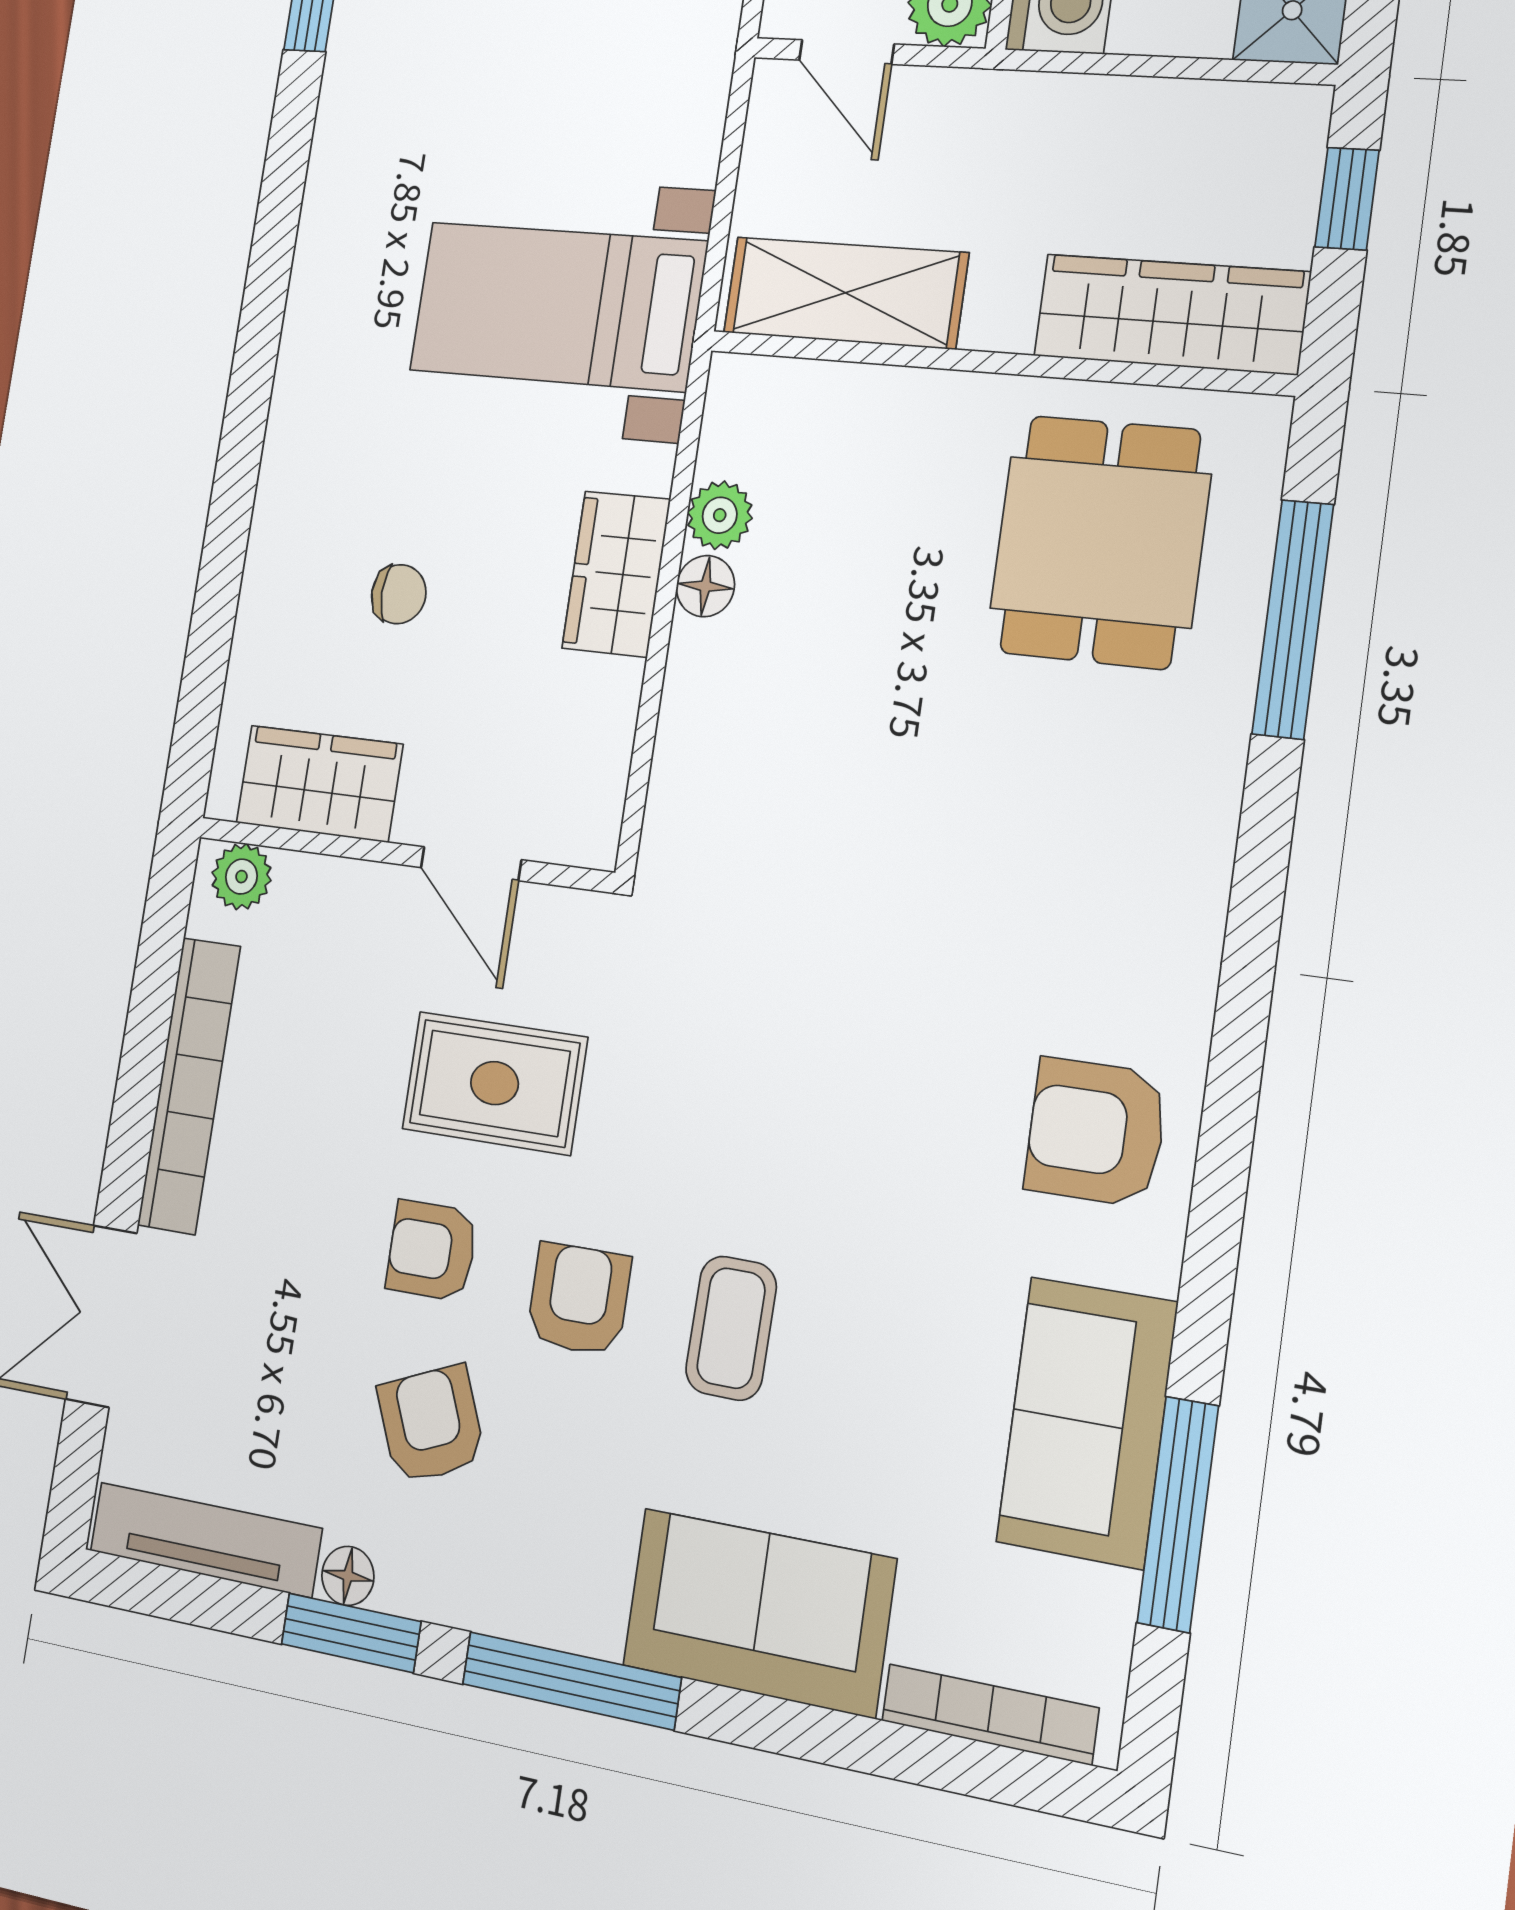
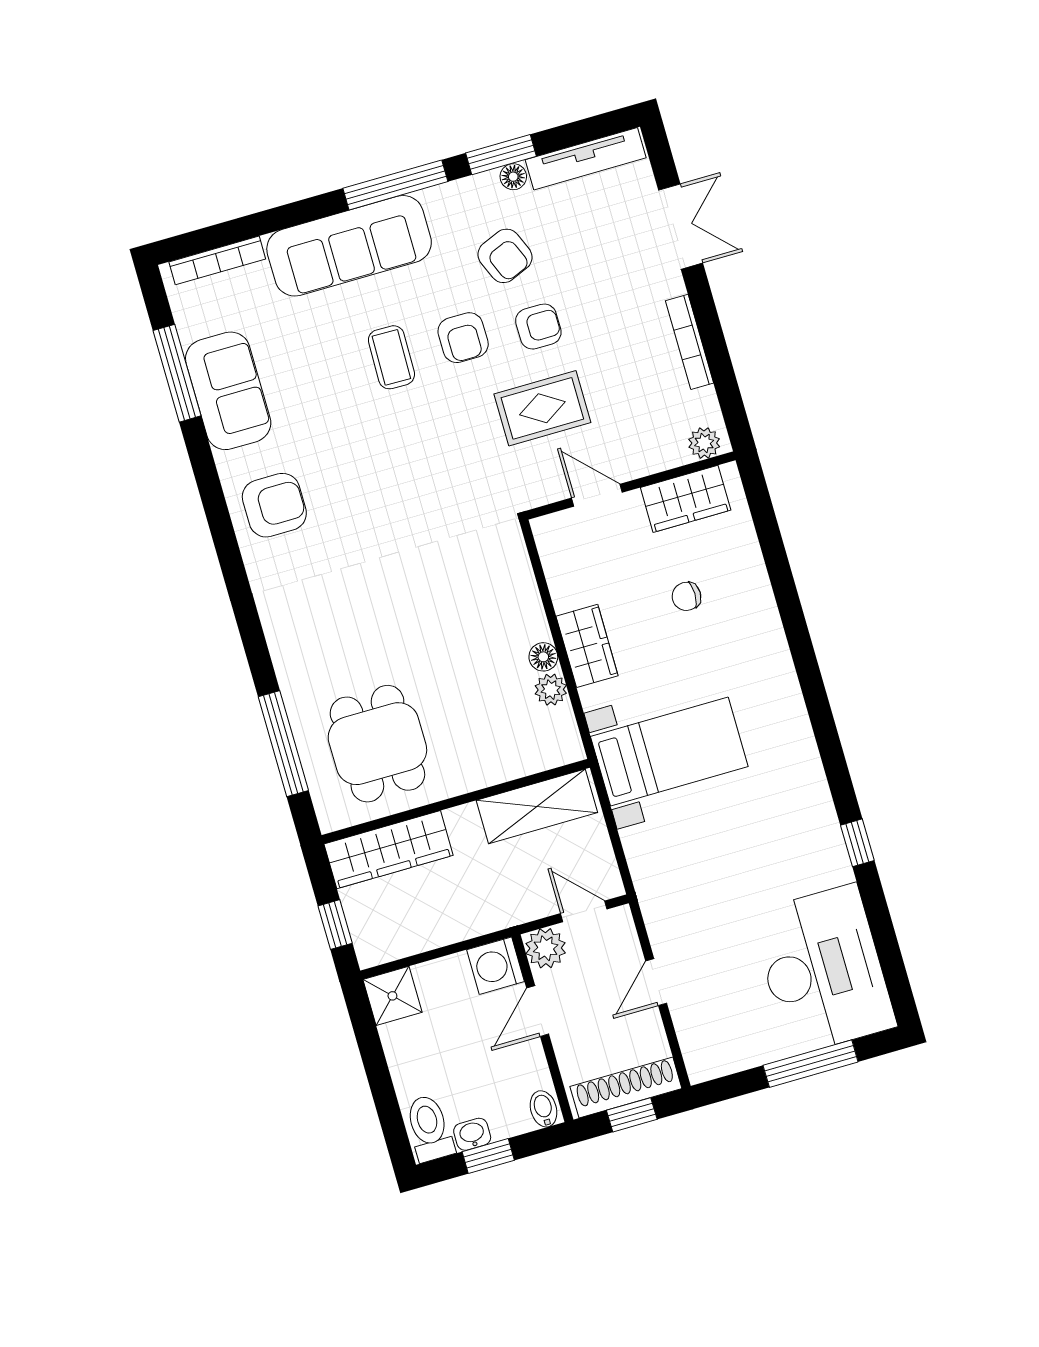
bookcase: (189, 1086) -> (690, 342), width x0.68, depth x0.76
sofa: (759, 1612) -> (349, 246), width x1.36

